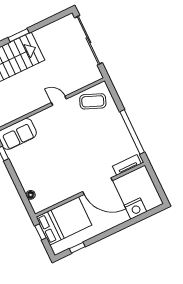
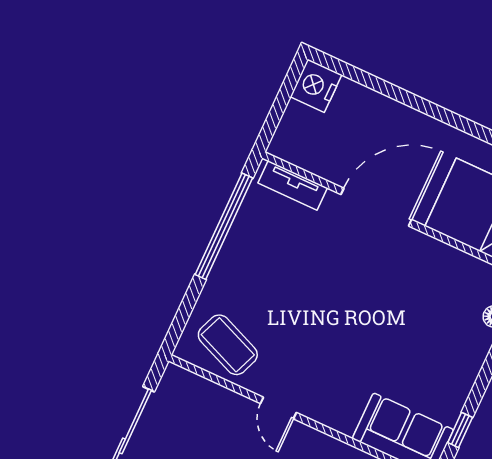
door: (97, 186) -> (376, 207), hinge flipped
nightstand: (135, 208) -> (316, 86), moved, turned -90

